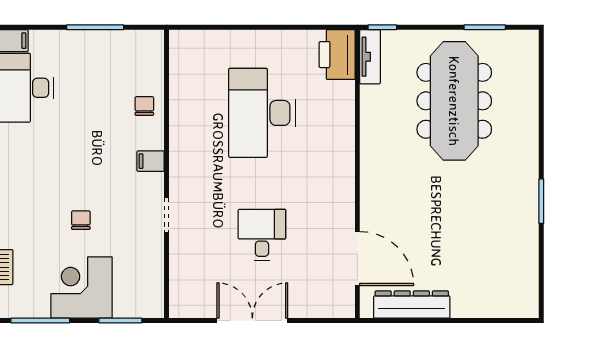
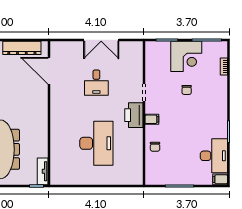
printer: (337, 55) -> (134, 115), moved, turned 180

